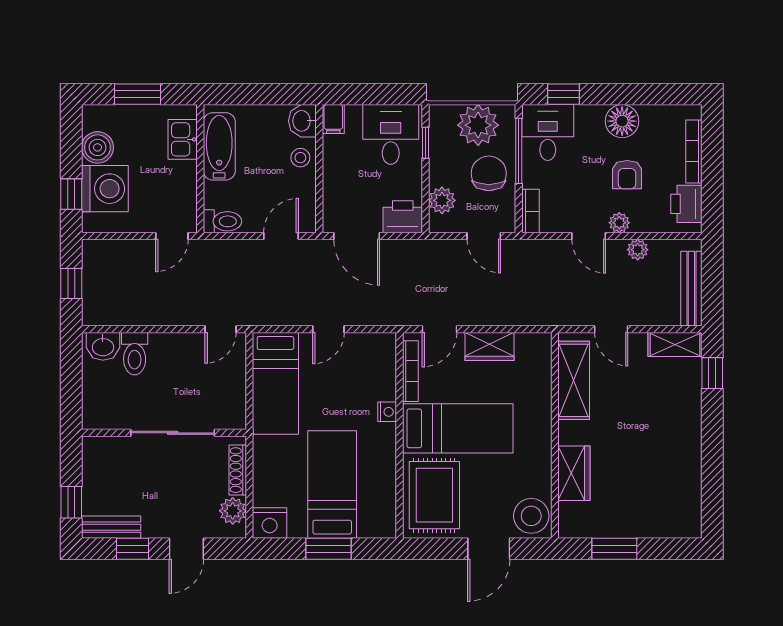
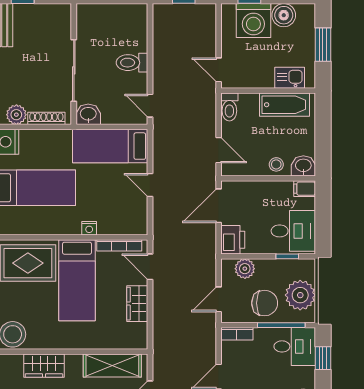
washbasin: (103, 346) -> (88, 114), moved, turned 90
toilet: (135, 354) -> (132, 63), moved

